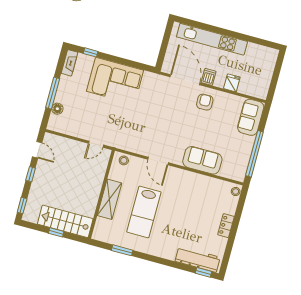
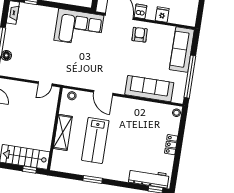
corner sofa: (115, 81) -> (79, 28), moved
sofa: (251, 117) -> (182, 50), width x1.36
sofa: (202, 160) -> (149, 89), width x1.36
window: (56, 232) -> (30, 170), moved
window: (122, 250) -> (93, 180), moved

